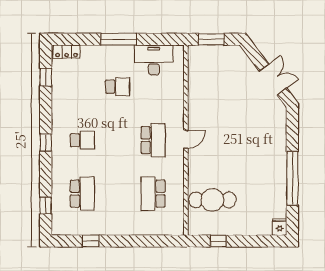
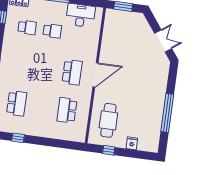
door: (186, 139) -> (95, 75), width x1.88
school desk: (82, 140) -> (27, 27), moved
cafe table: (212, 200) -> (108, 120), turned 90
fridge: (280, 227) -> (132, 143), moved

